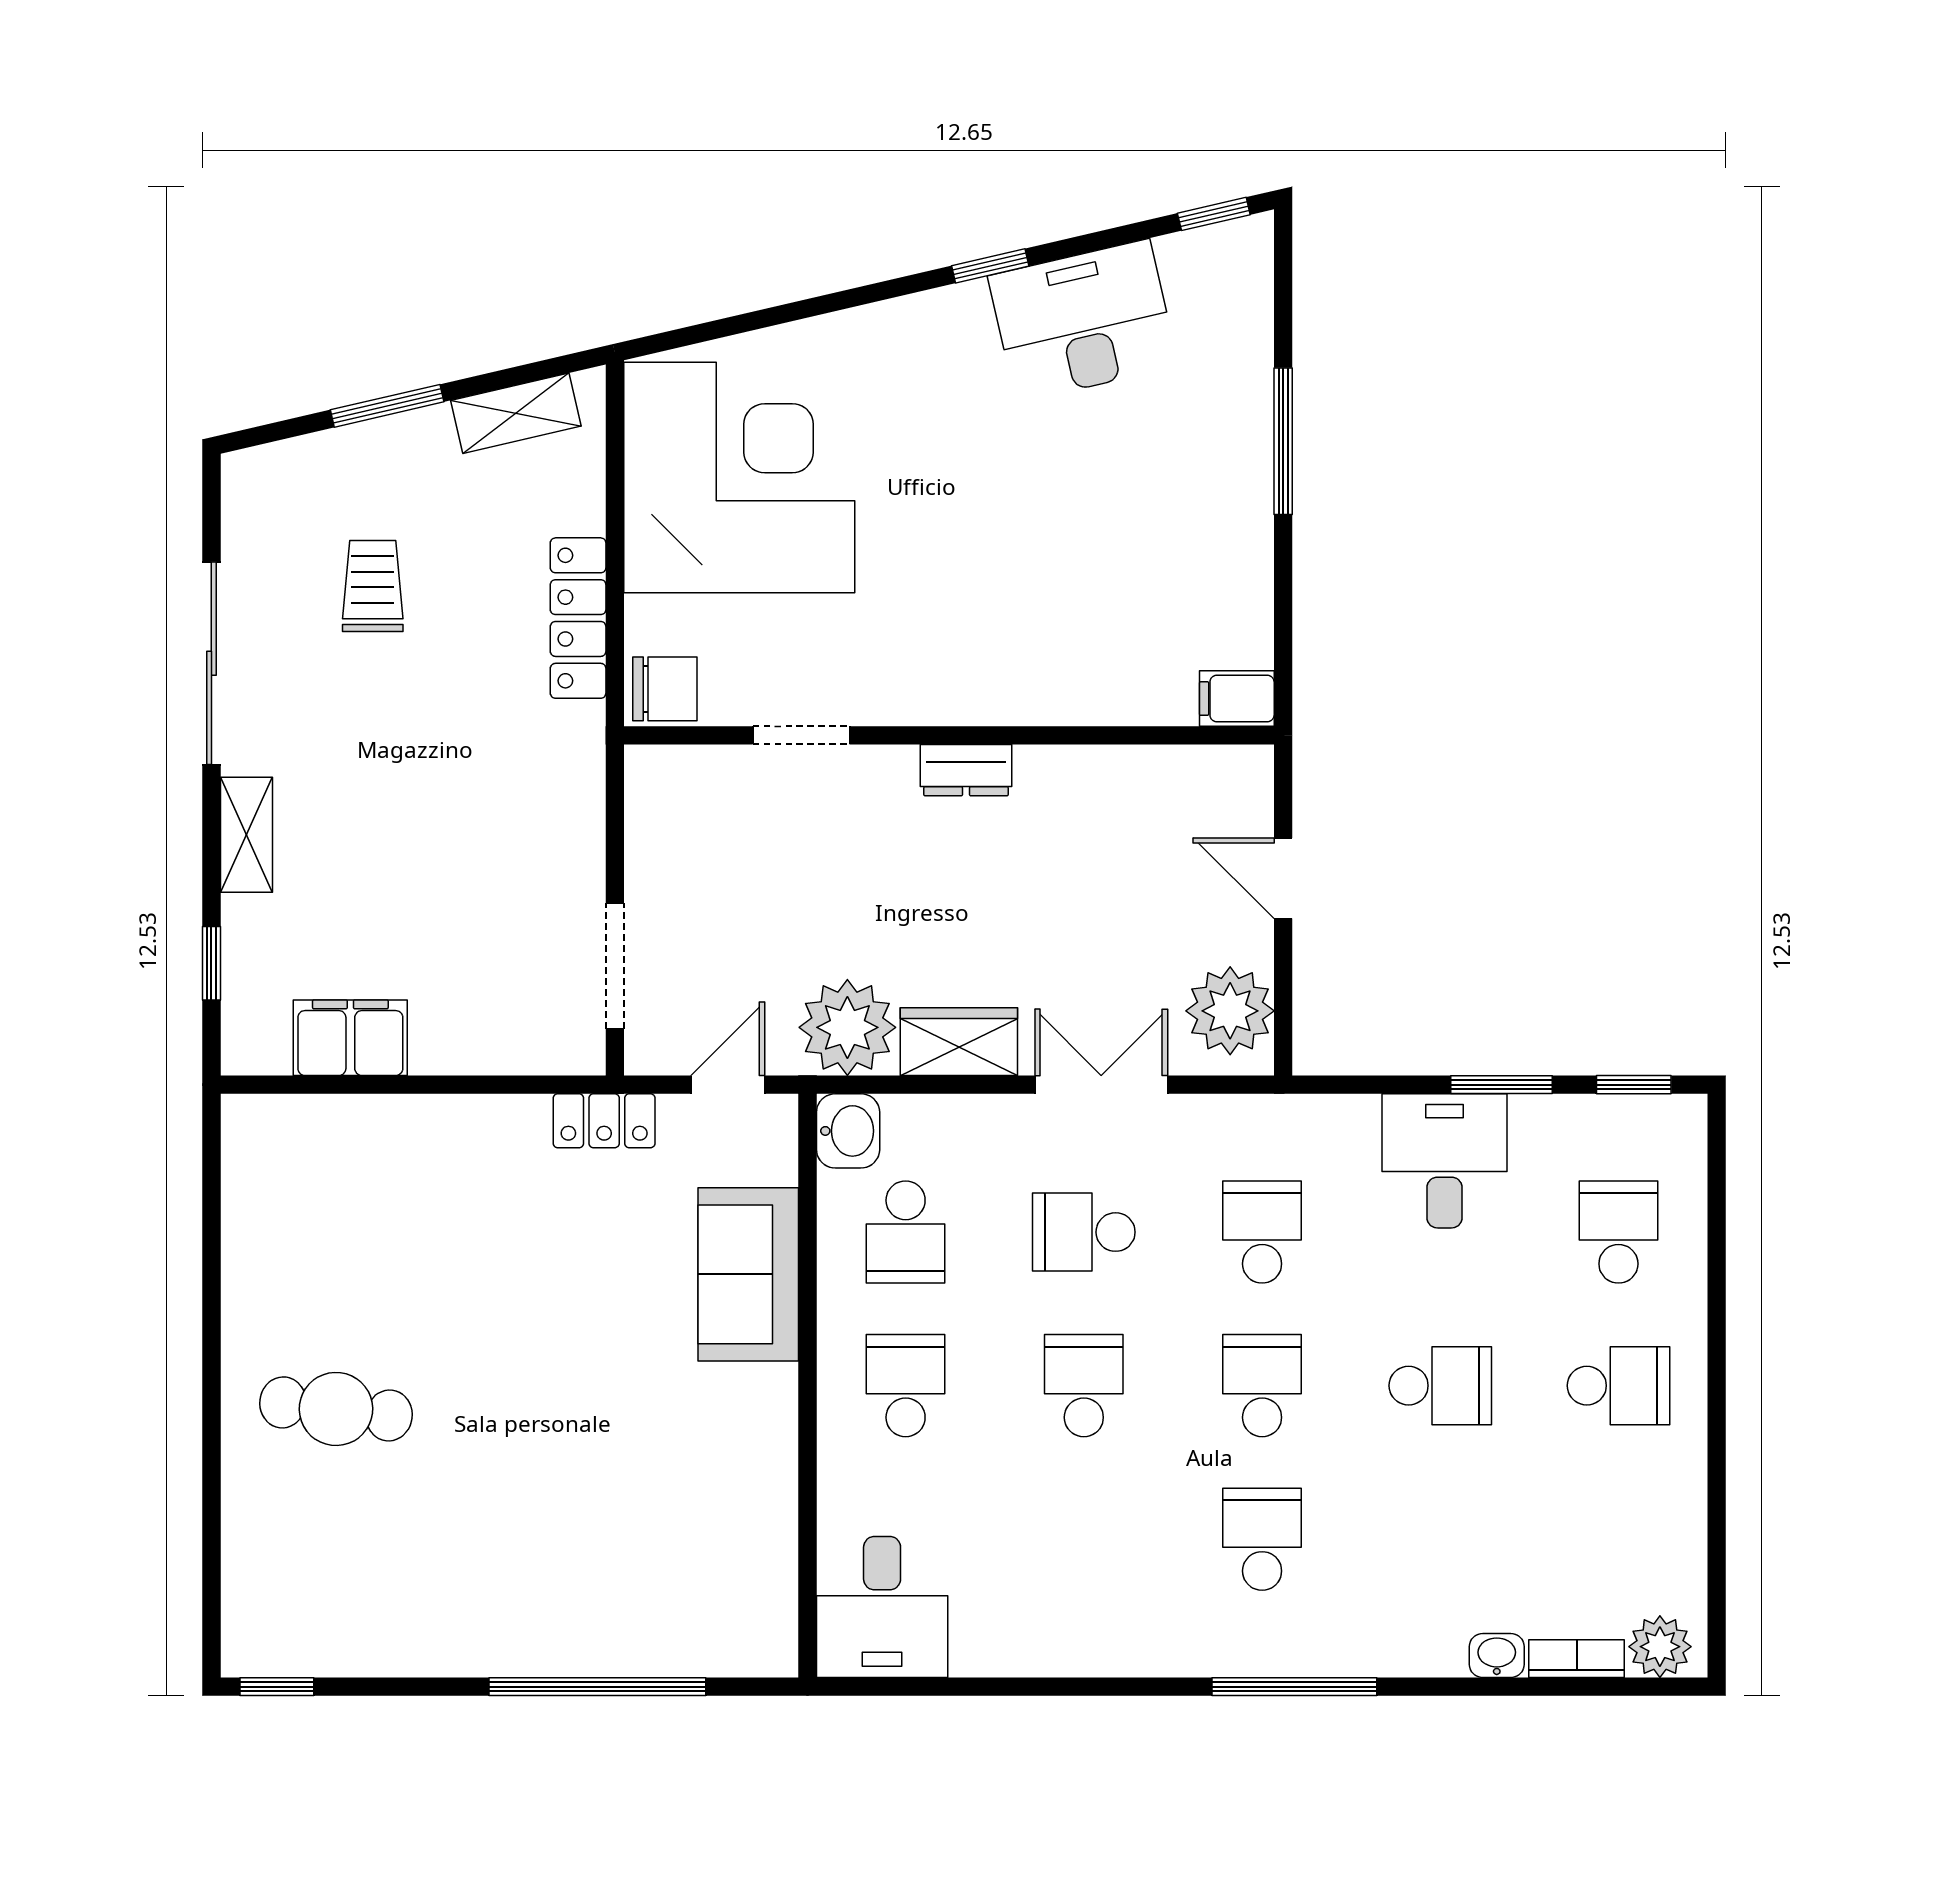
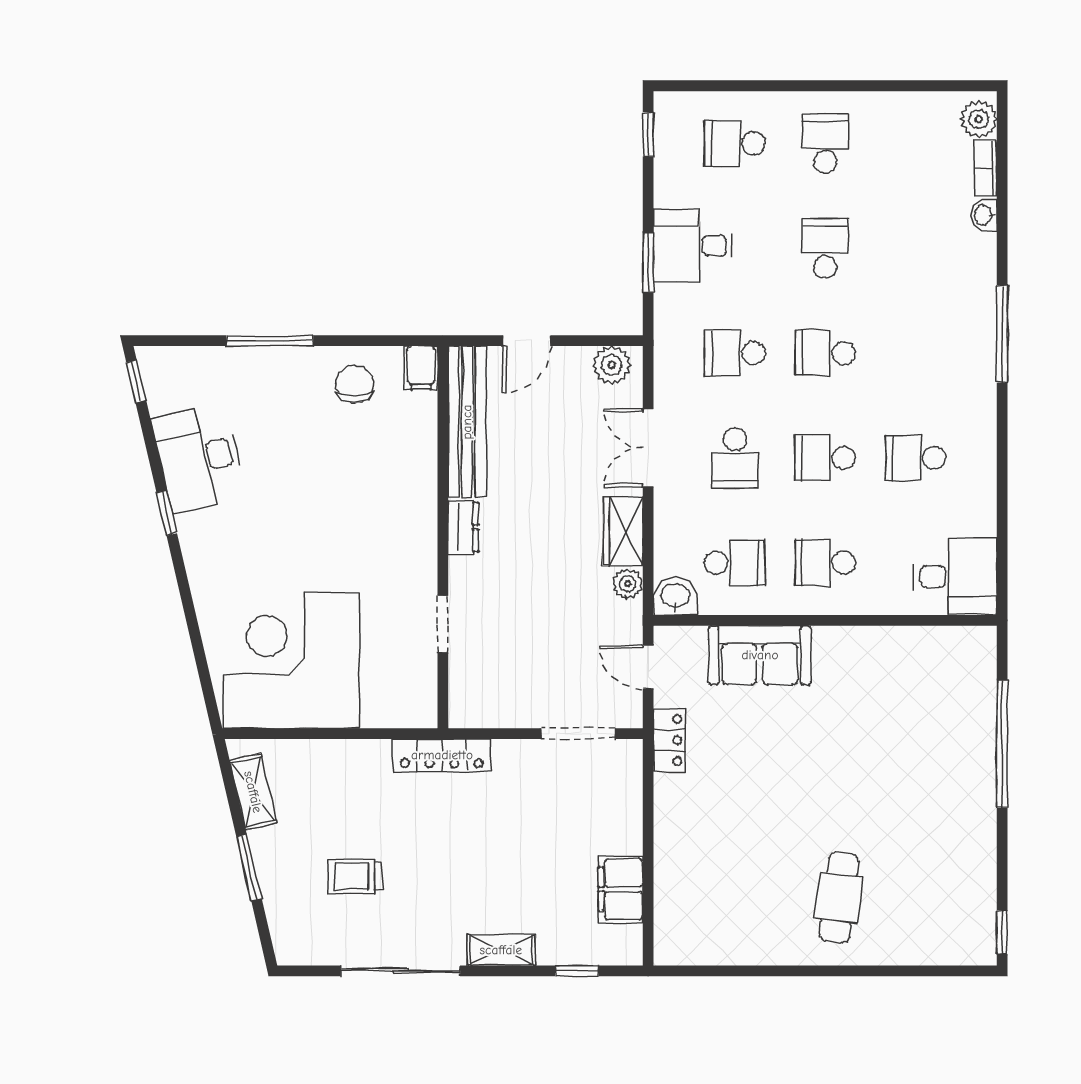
locker: (578, 618) -> (442, 755), moved
chair: (665, 689) -> (355, 384), moved
bench: (1145, 777) -> (467, 422), added
plant: (1230, 1011) -> (612, 365), width x0.73, depth x0.73
plant: (847, 1027) -> (628, 584), width x0.53, depth x0.53
window: (1501, 1085) -> (648, 262), moved
school desk: (1262, 1539) -> (916, 458), moved

